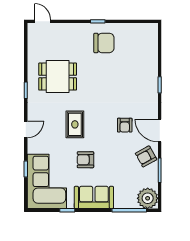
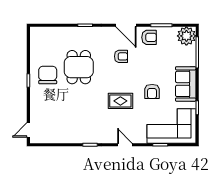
dining table: (58, 77) -> (79, 67), moved
door: (160, 130) -> (126, 25), hinge flipped
armchair: (146, 156) -> (149, 37), turned -61

